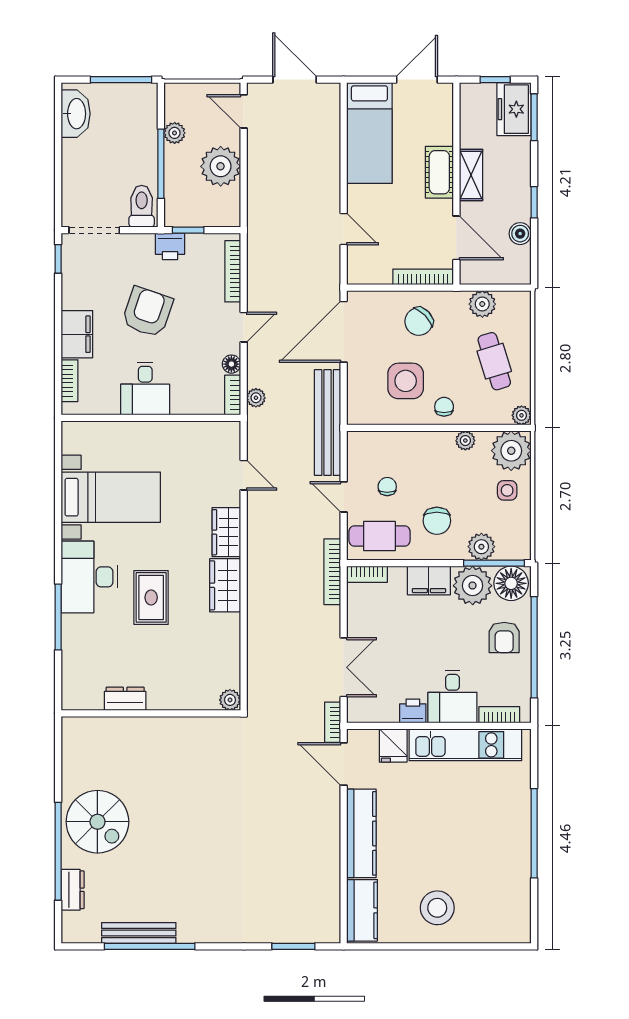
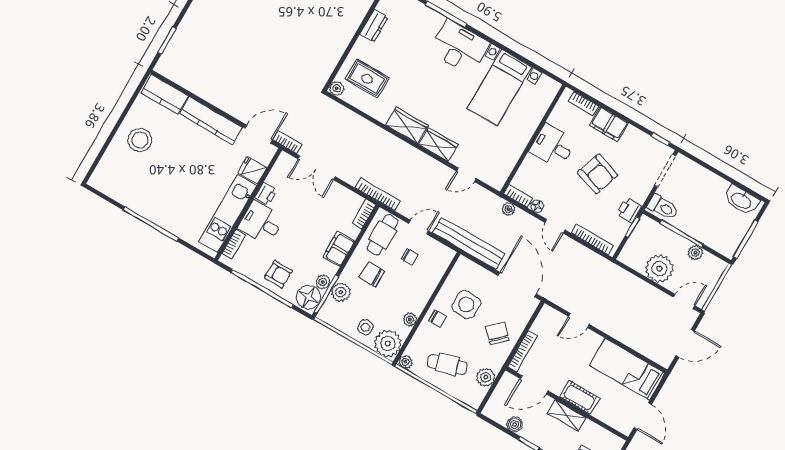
plant: (473, 586) -> (323, 282), width x0.53, depth x0.53
rug: (151, 597) -> (367, 79), moved
armchair: (504, 637) -> (278, 274), turned 180

